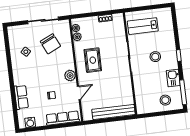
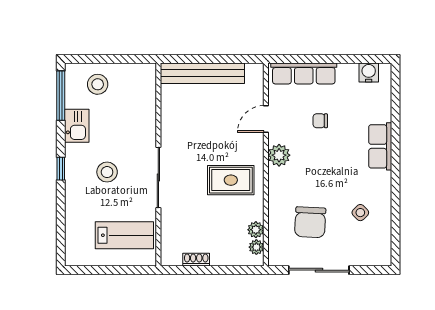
chair: (50, 44) -> (310, 222), turned -152
rug: (93, 60) -> (231, 180), turned 90
row of seats: (21, 97) -> (380, 146), moved

